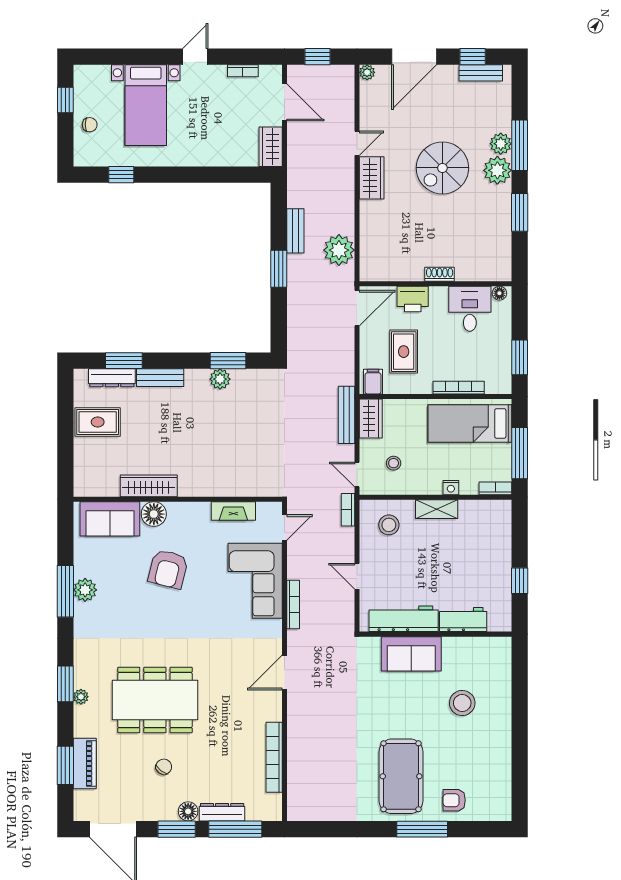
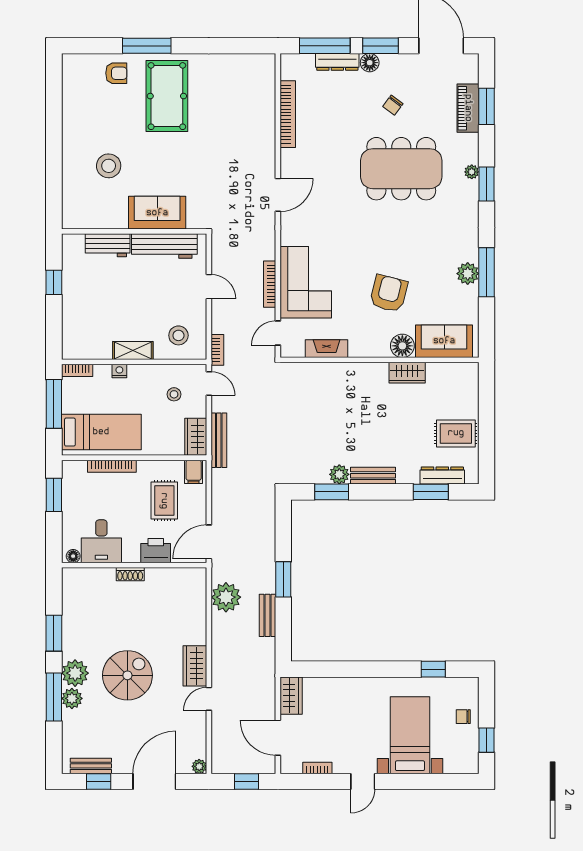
bench: (160, 378) -> (373, 476), moved
wardrobe: (149, 486) -> (407, 373), width x0.67
bookcase: (293, 605) -> (270, 284), moved

